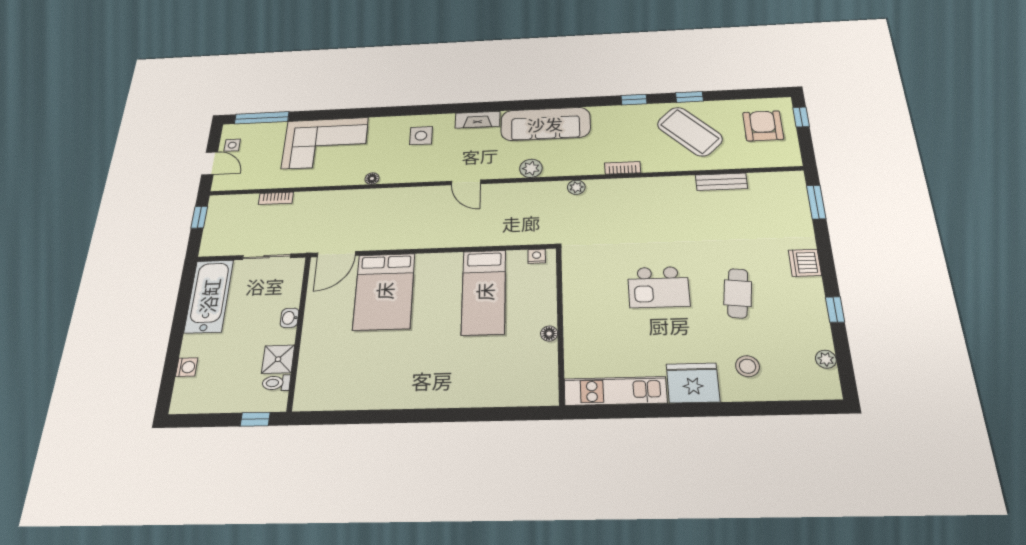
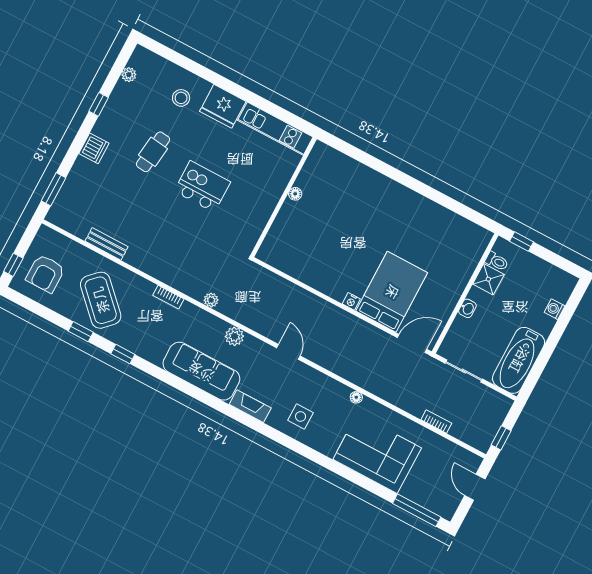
side table: (232, 145) -> (451, 495), removed
nightstand: (537, 256) -> (351, 301), moved
bed: (484, 292) -> (323, 251), removed

